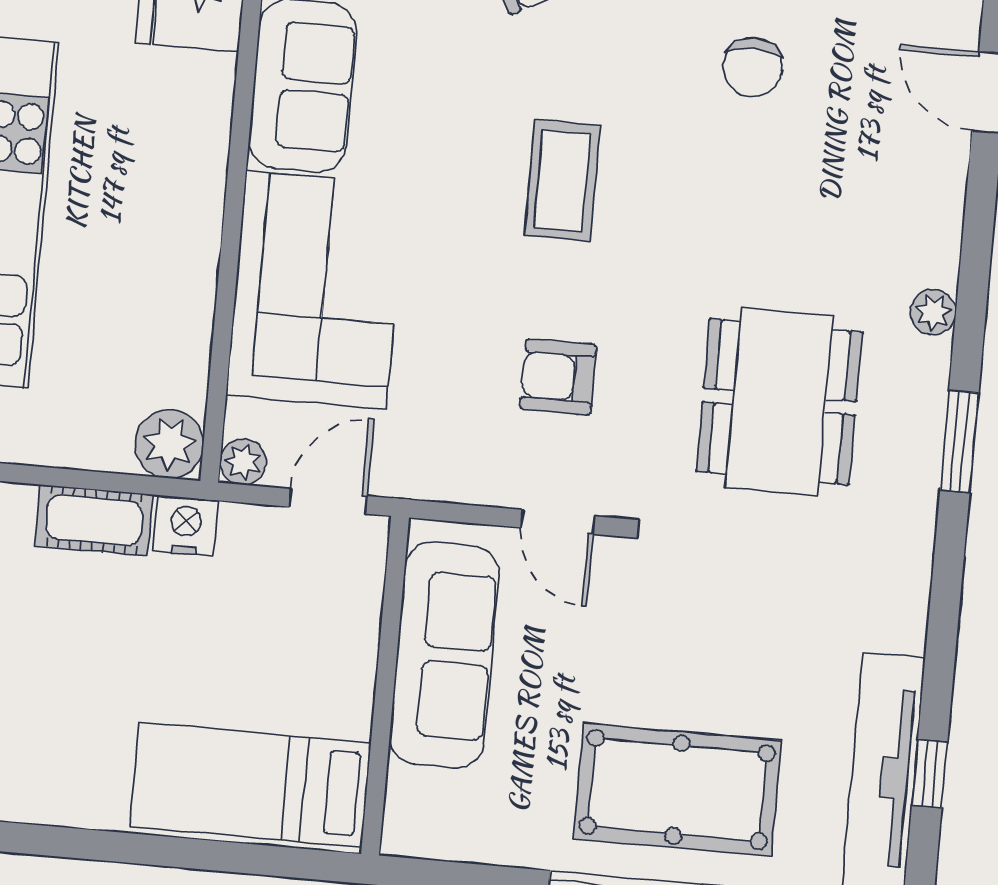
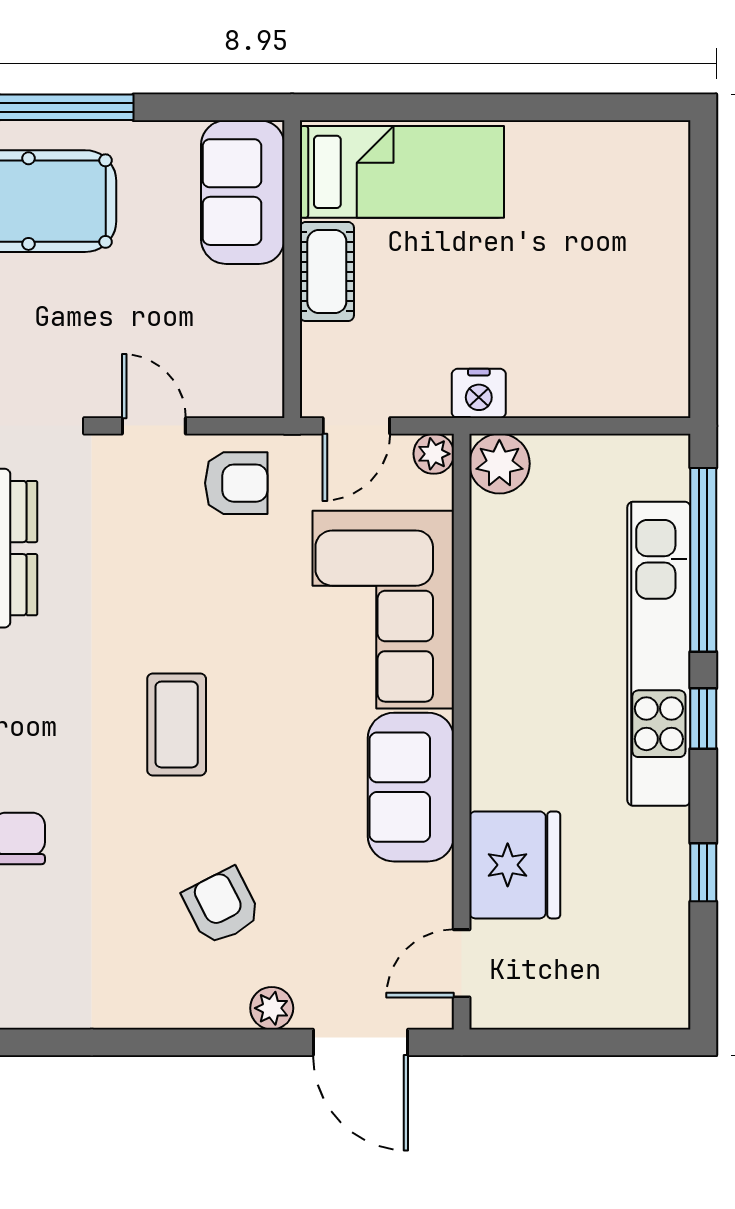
armchair: (558, 377) -> (236, 483), moved
cot: (94, 520) -> (327, 272), moved, turned 90
sofa: (444, 655) -> (243, 192), moved, width x0.73

